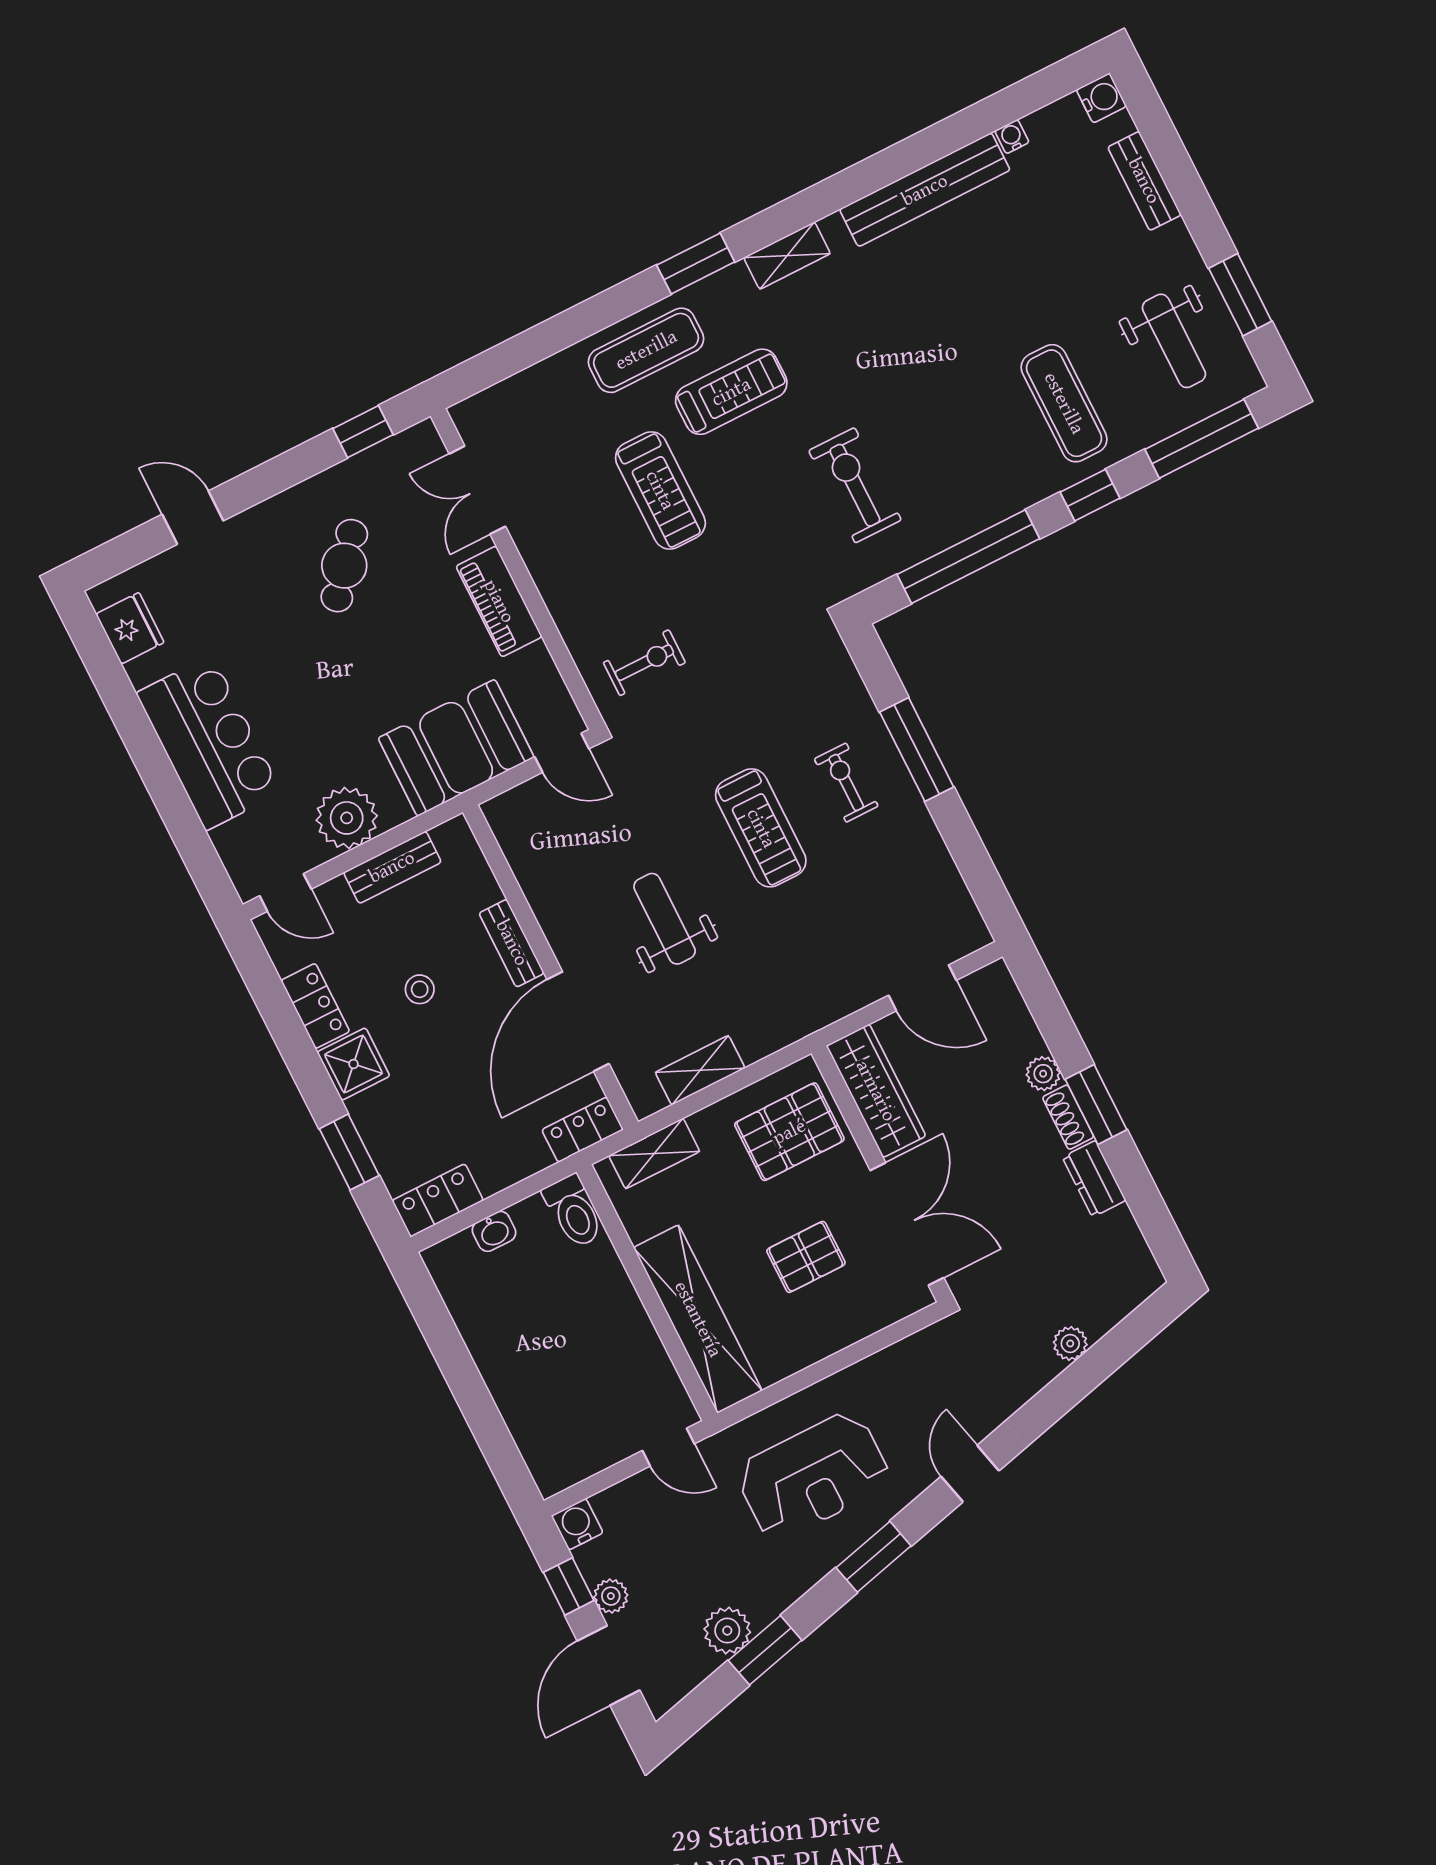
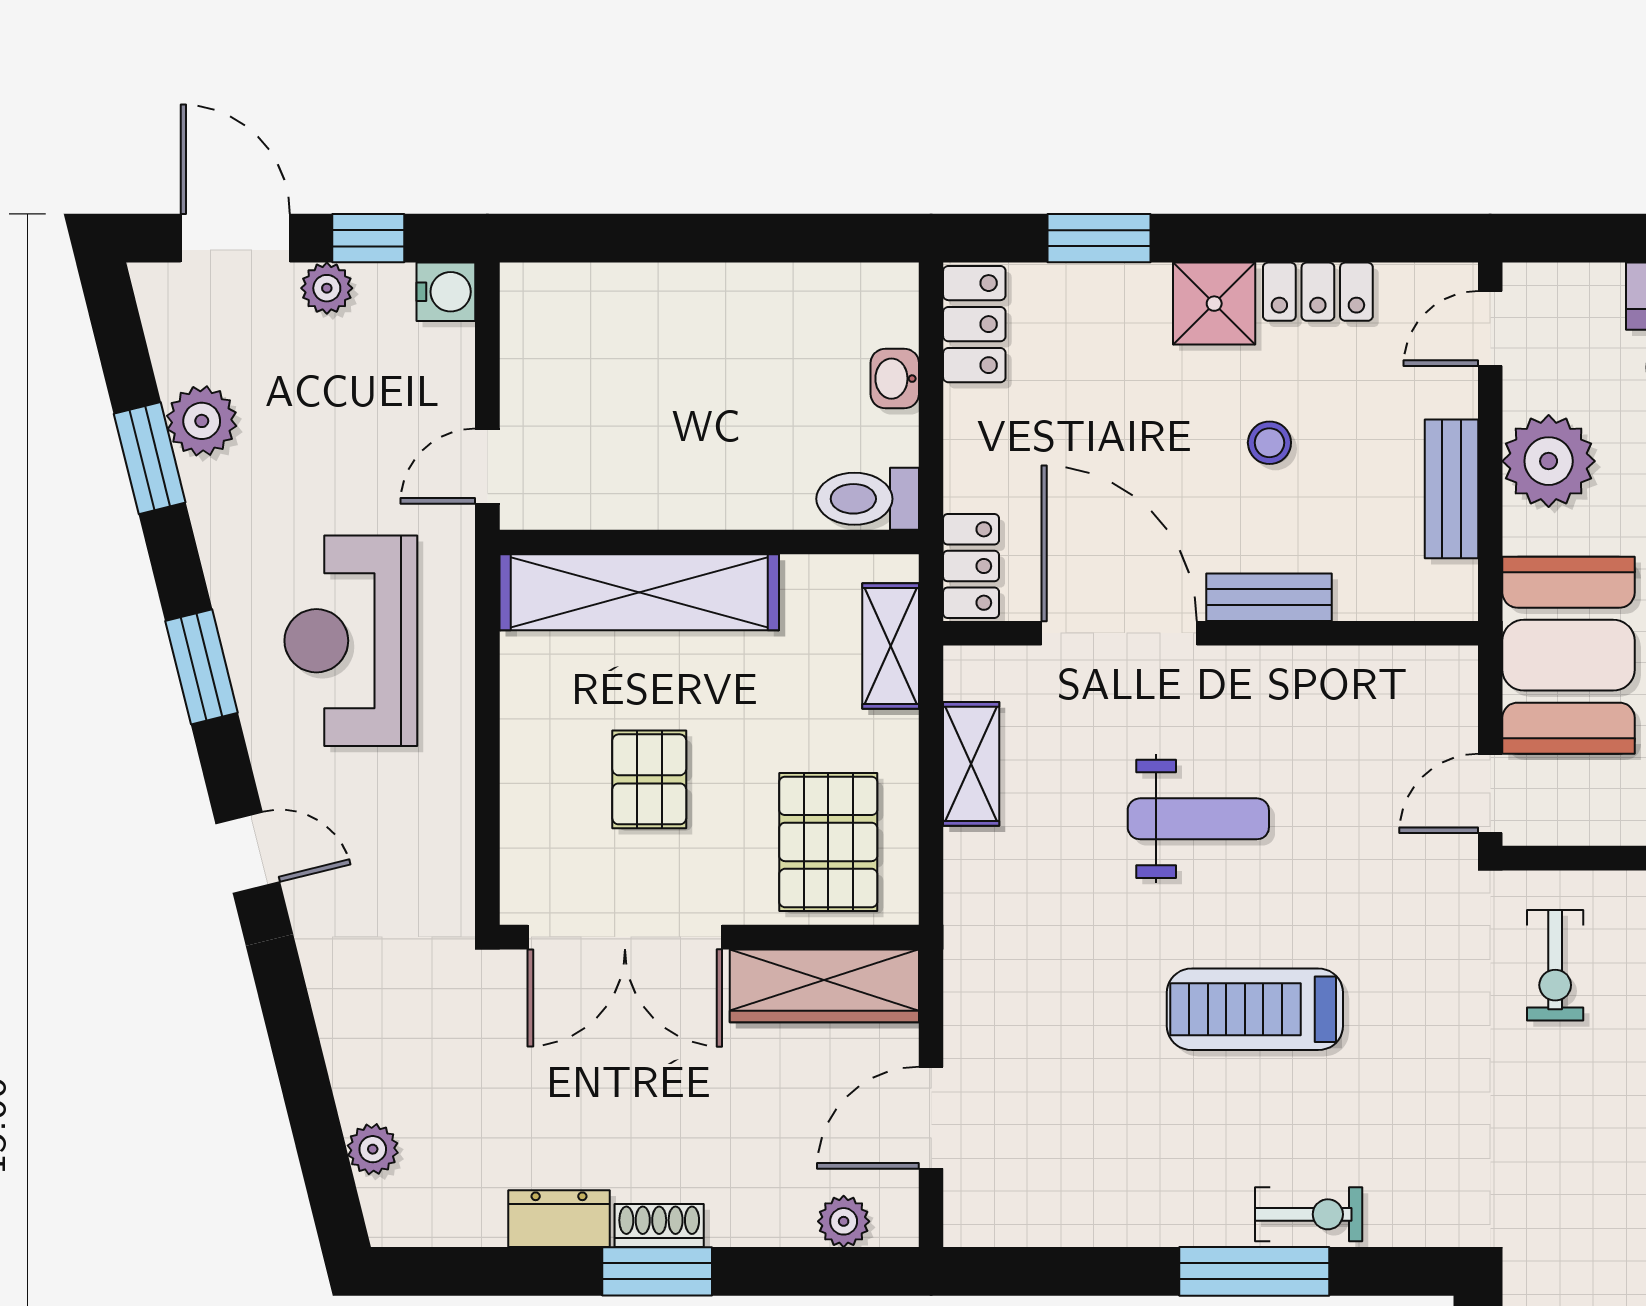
exercise bike: (846, 783) -> (1309, 1214), moved
plant: (1043, 1074) -> (844, 1221), moved
plant: (1070, 1343) -> (373, 1149), moved

